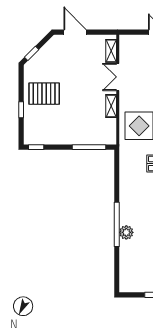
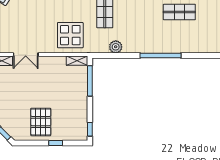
shelving: (111, 106) -> (77, 61), moved
plant: (126, 232) -> (116, 47), moved

